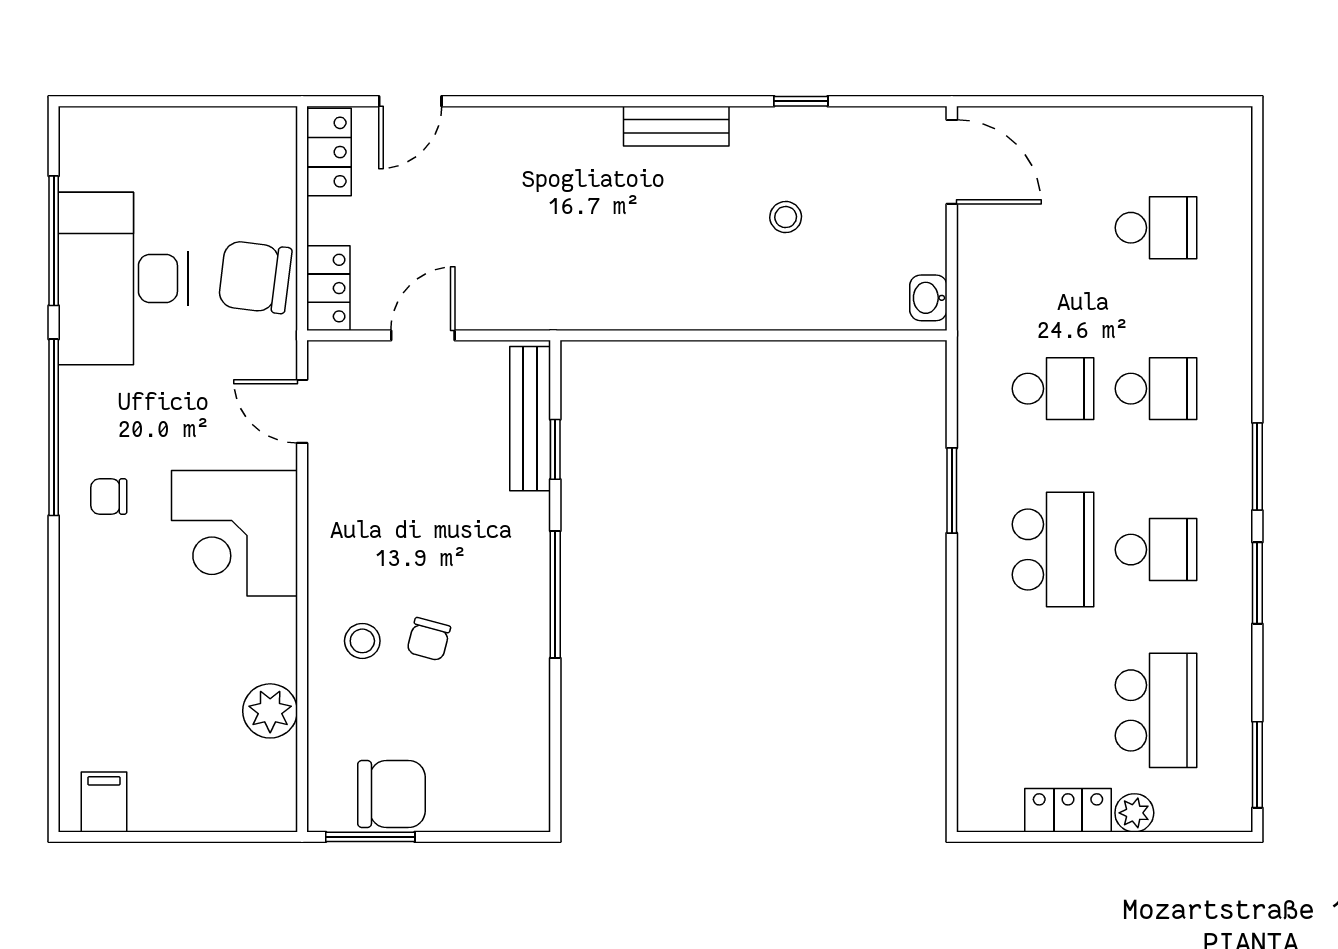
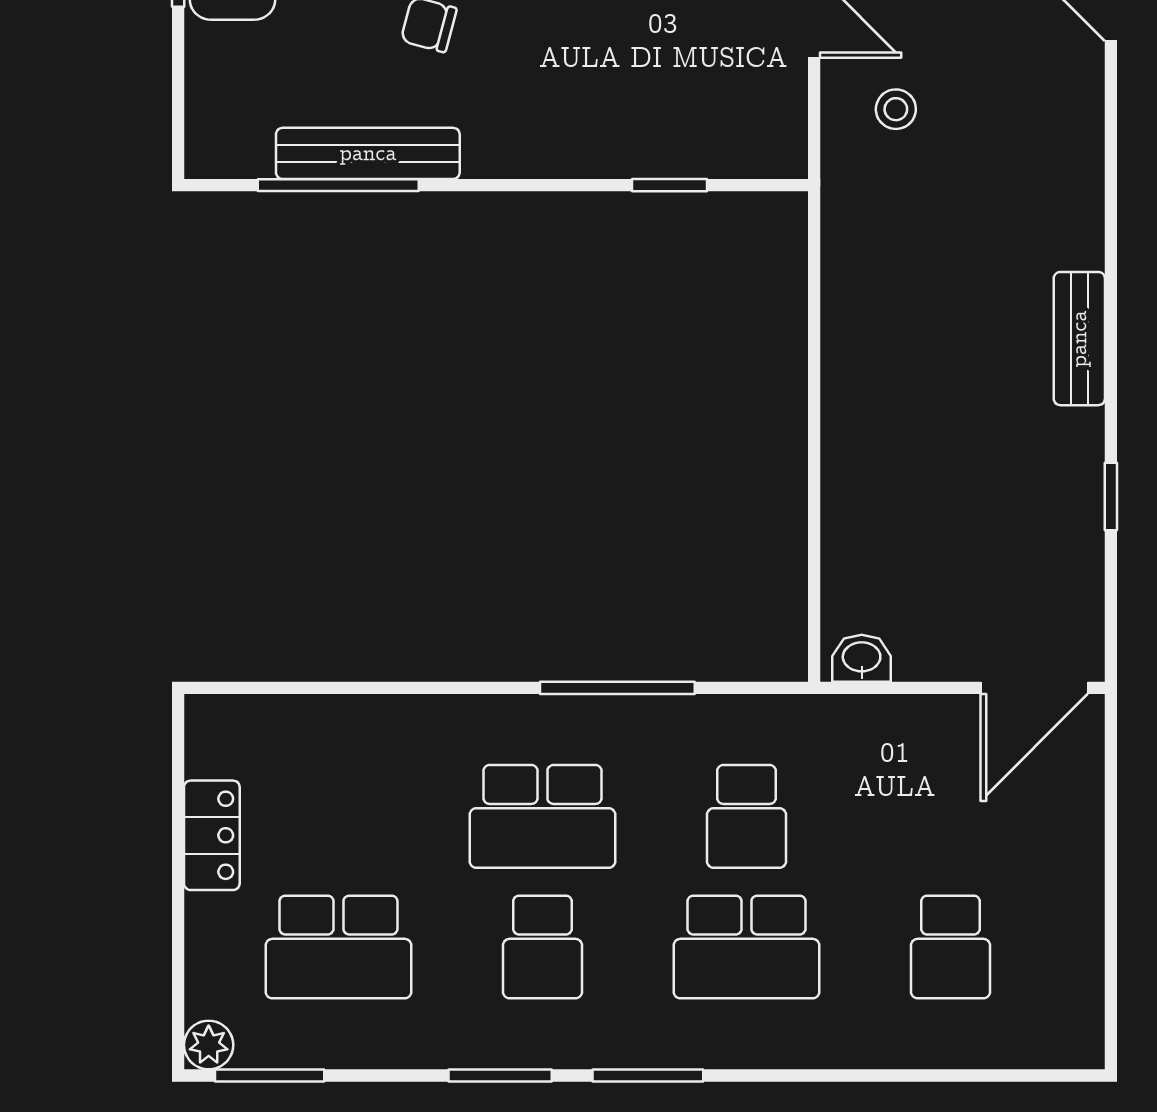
stool: (786, 217) -> (896, 109), moved
school desk: (1156, 389) -> (746, 947), width x1.85
bench: (530, 419) -> (368, 153), moved
window: (952, 490) -> (617, 688), width x1.44
window: (555, 594) -> (338, 185), moved
plant: (1134, 813) -> (209, 1045), moved

